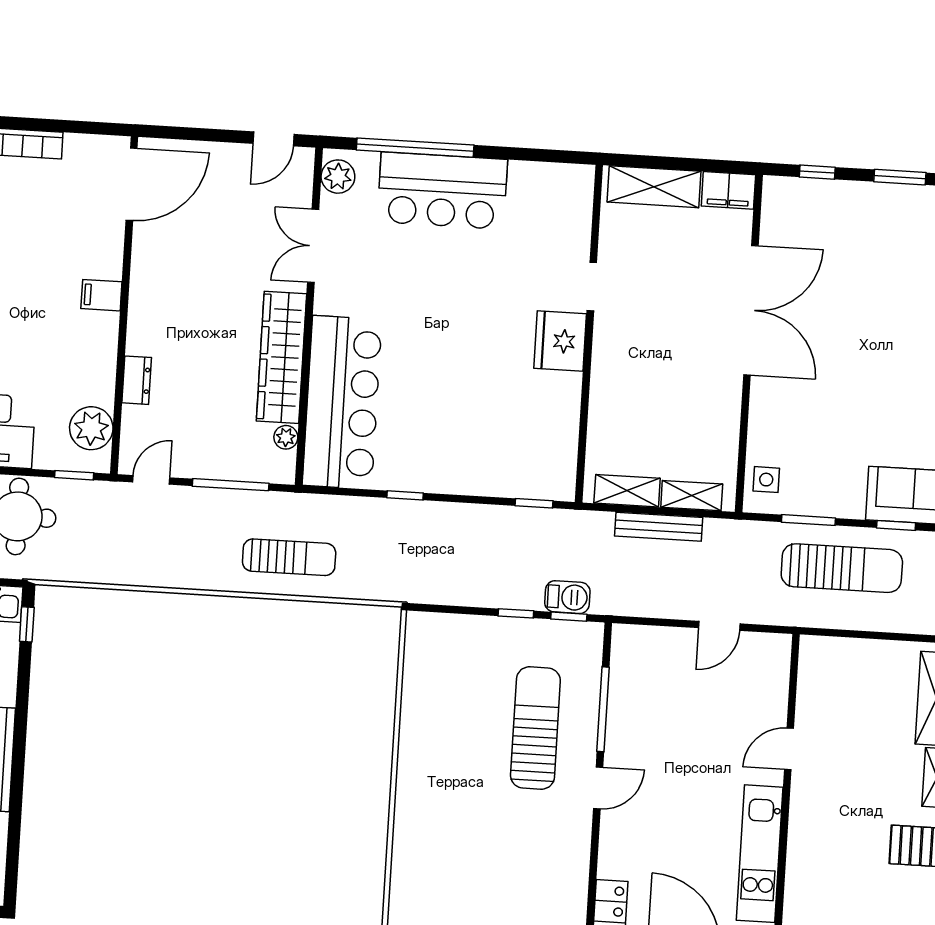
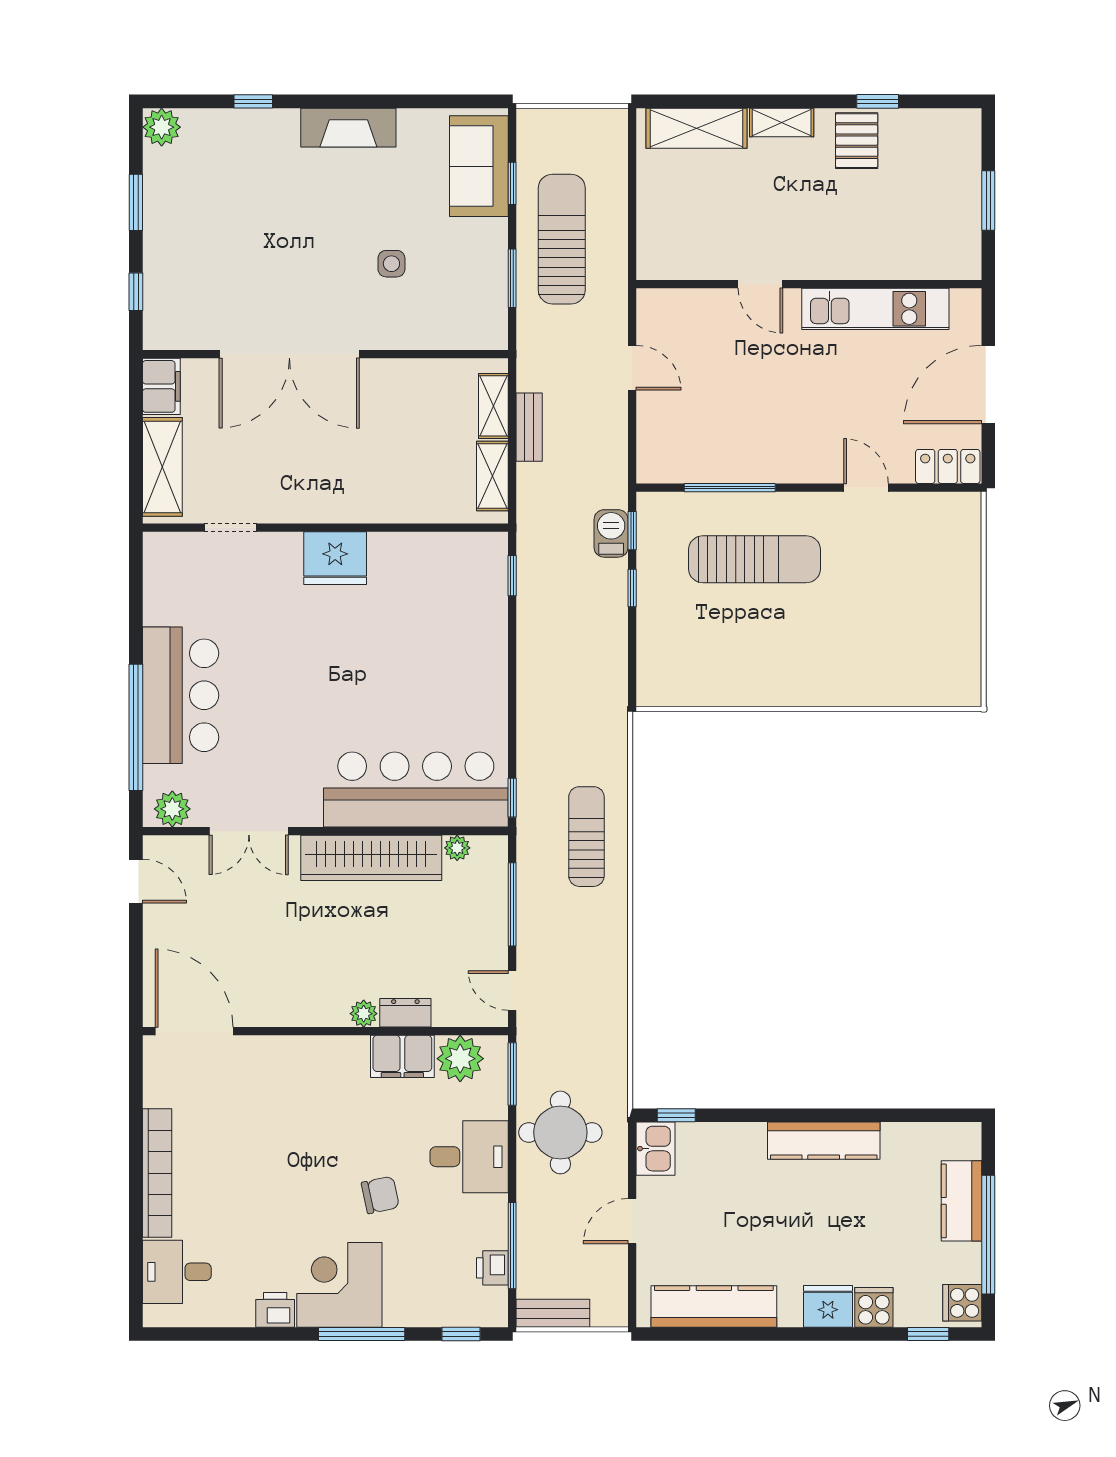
doorway: (592, 286) -> (230, 528), moved
filing cabinet: (101, 295) -> (402, 1056), moved, width x2.00
double door: (751, 310) -> (289, 354), swing flipped
plant: (138, 342) -> (364, 1014), added
window: (74, 475) -> (512, 1074), width x1.50
side table: (766, 480) -> (391, 264), moved
window: (405, 495) -> (512, 798), moved
bench: (659, 527) -> (529, 427), width x0.73
sun lounger: (535, 728) -> (755, 559), turned 180
door: (598, 788) -> (866, 488), moved

